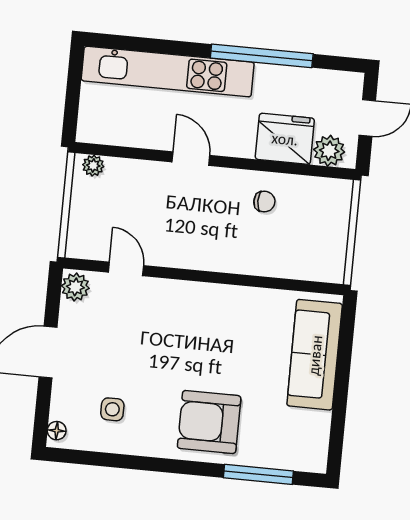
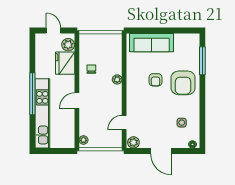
window: (262, 56) -> (32, 94), moved
plant: (233, 262) -> (117, 79), added
armchair: (223, 355) -> (156, 80), added

